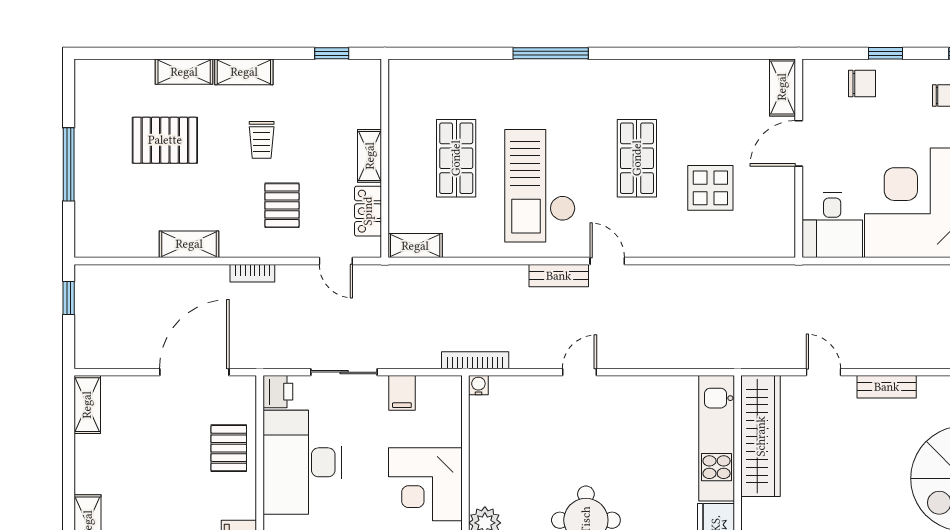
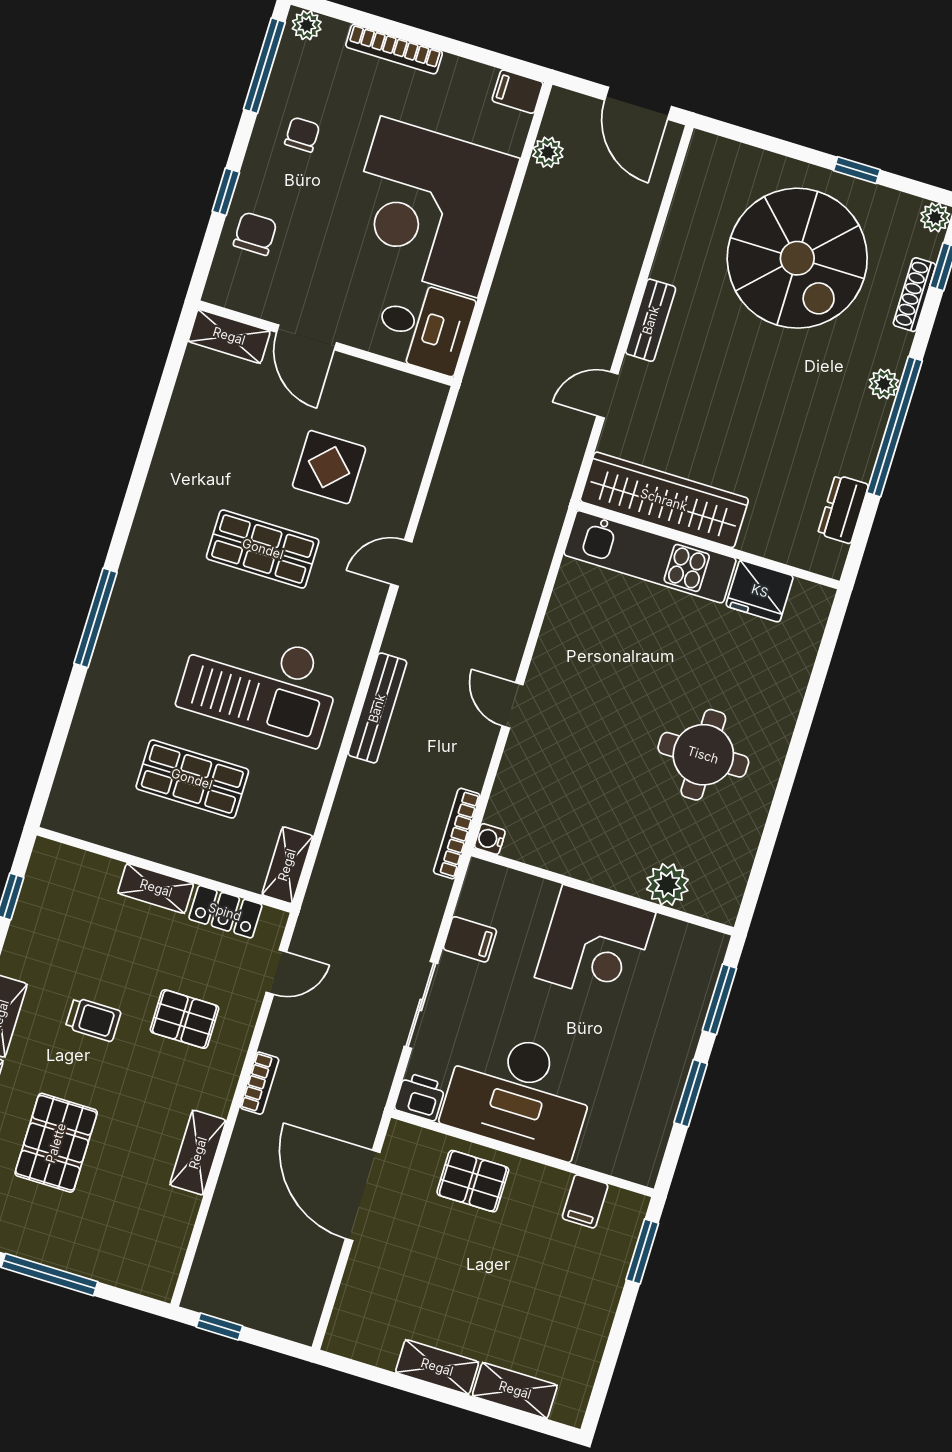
door: (607, 261) -> (401, 563), moved
bench: (559, 276) -> (377, 708), width x1.36
shelving: (87, 405) -> (437, 1367), moved

